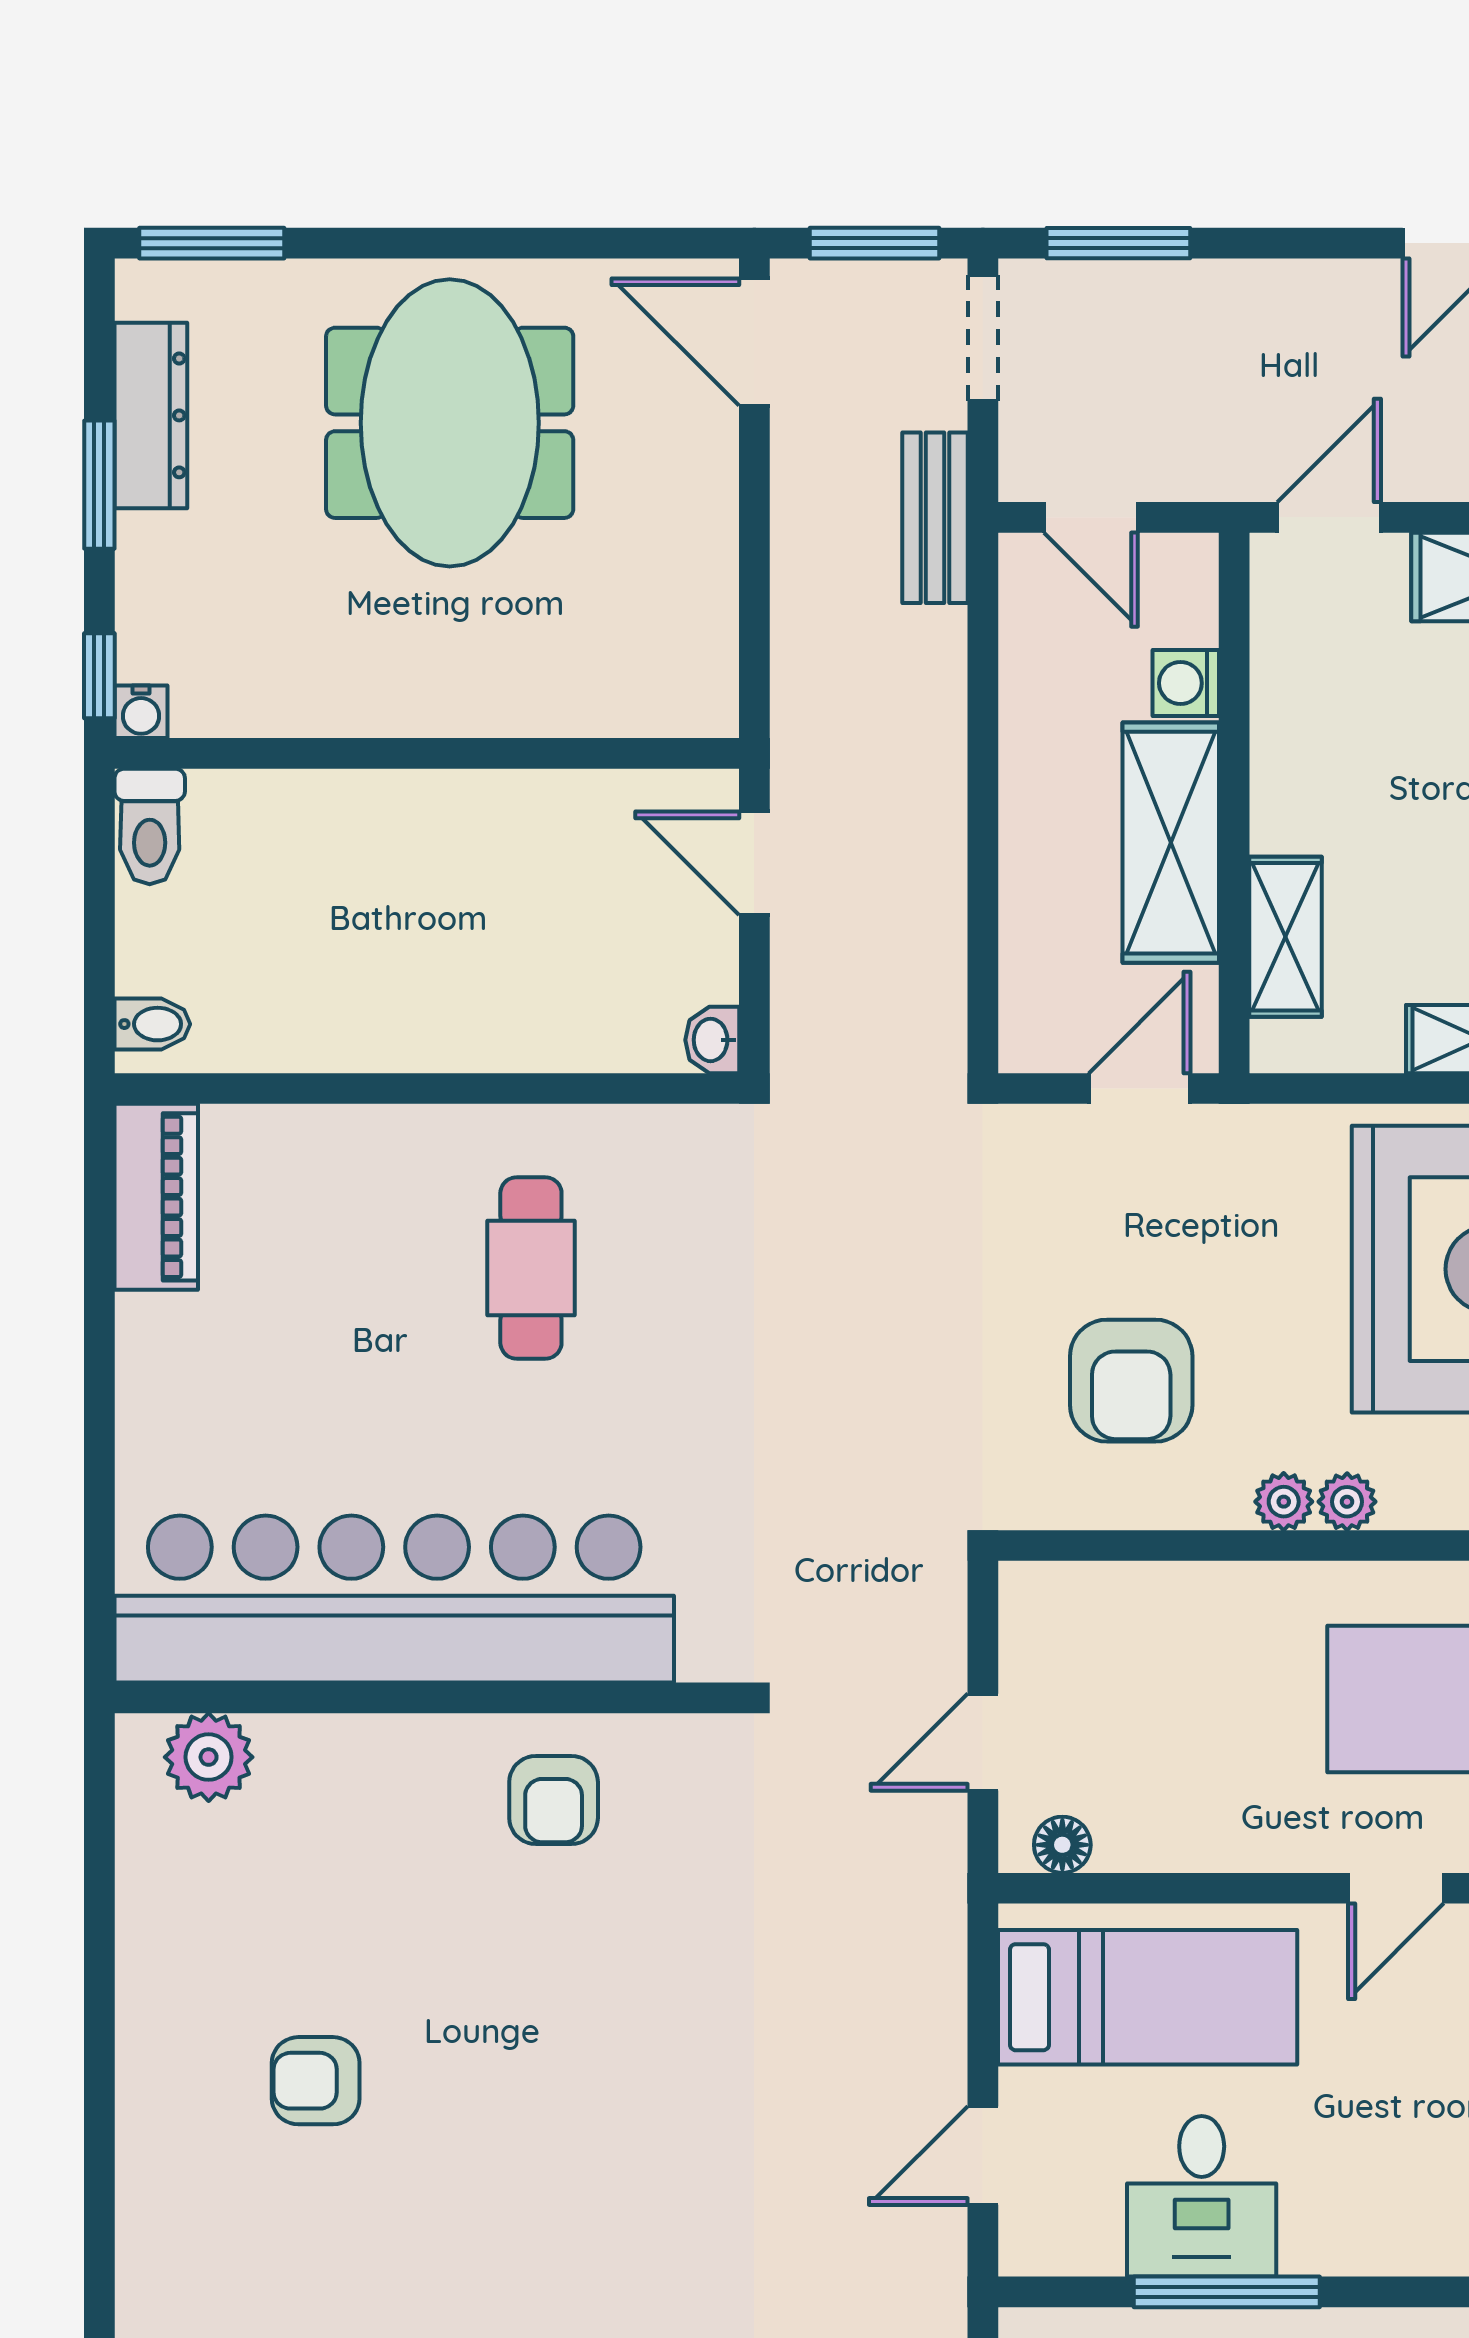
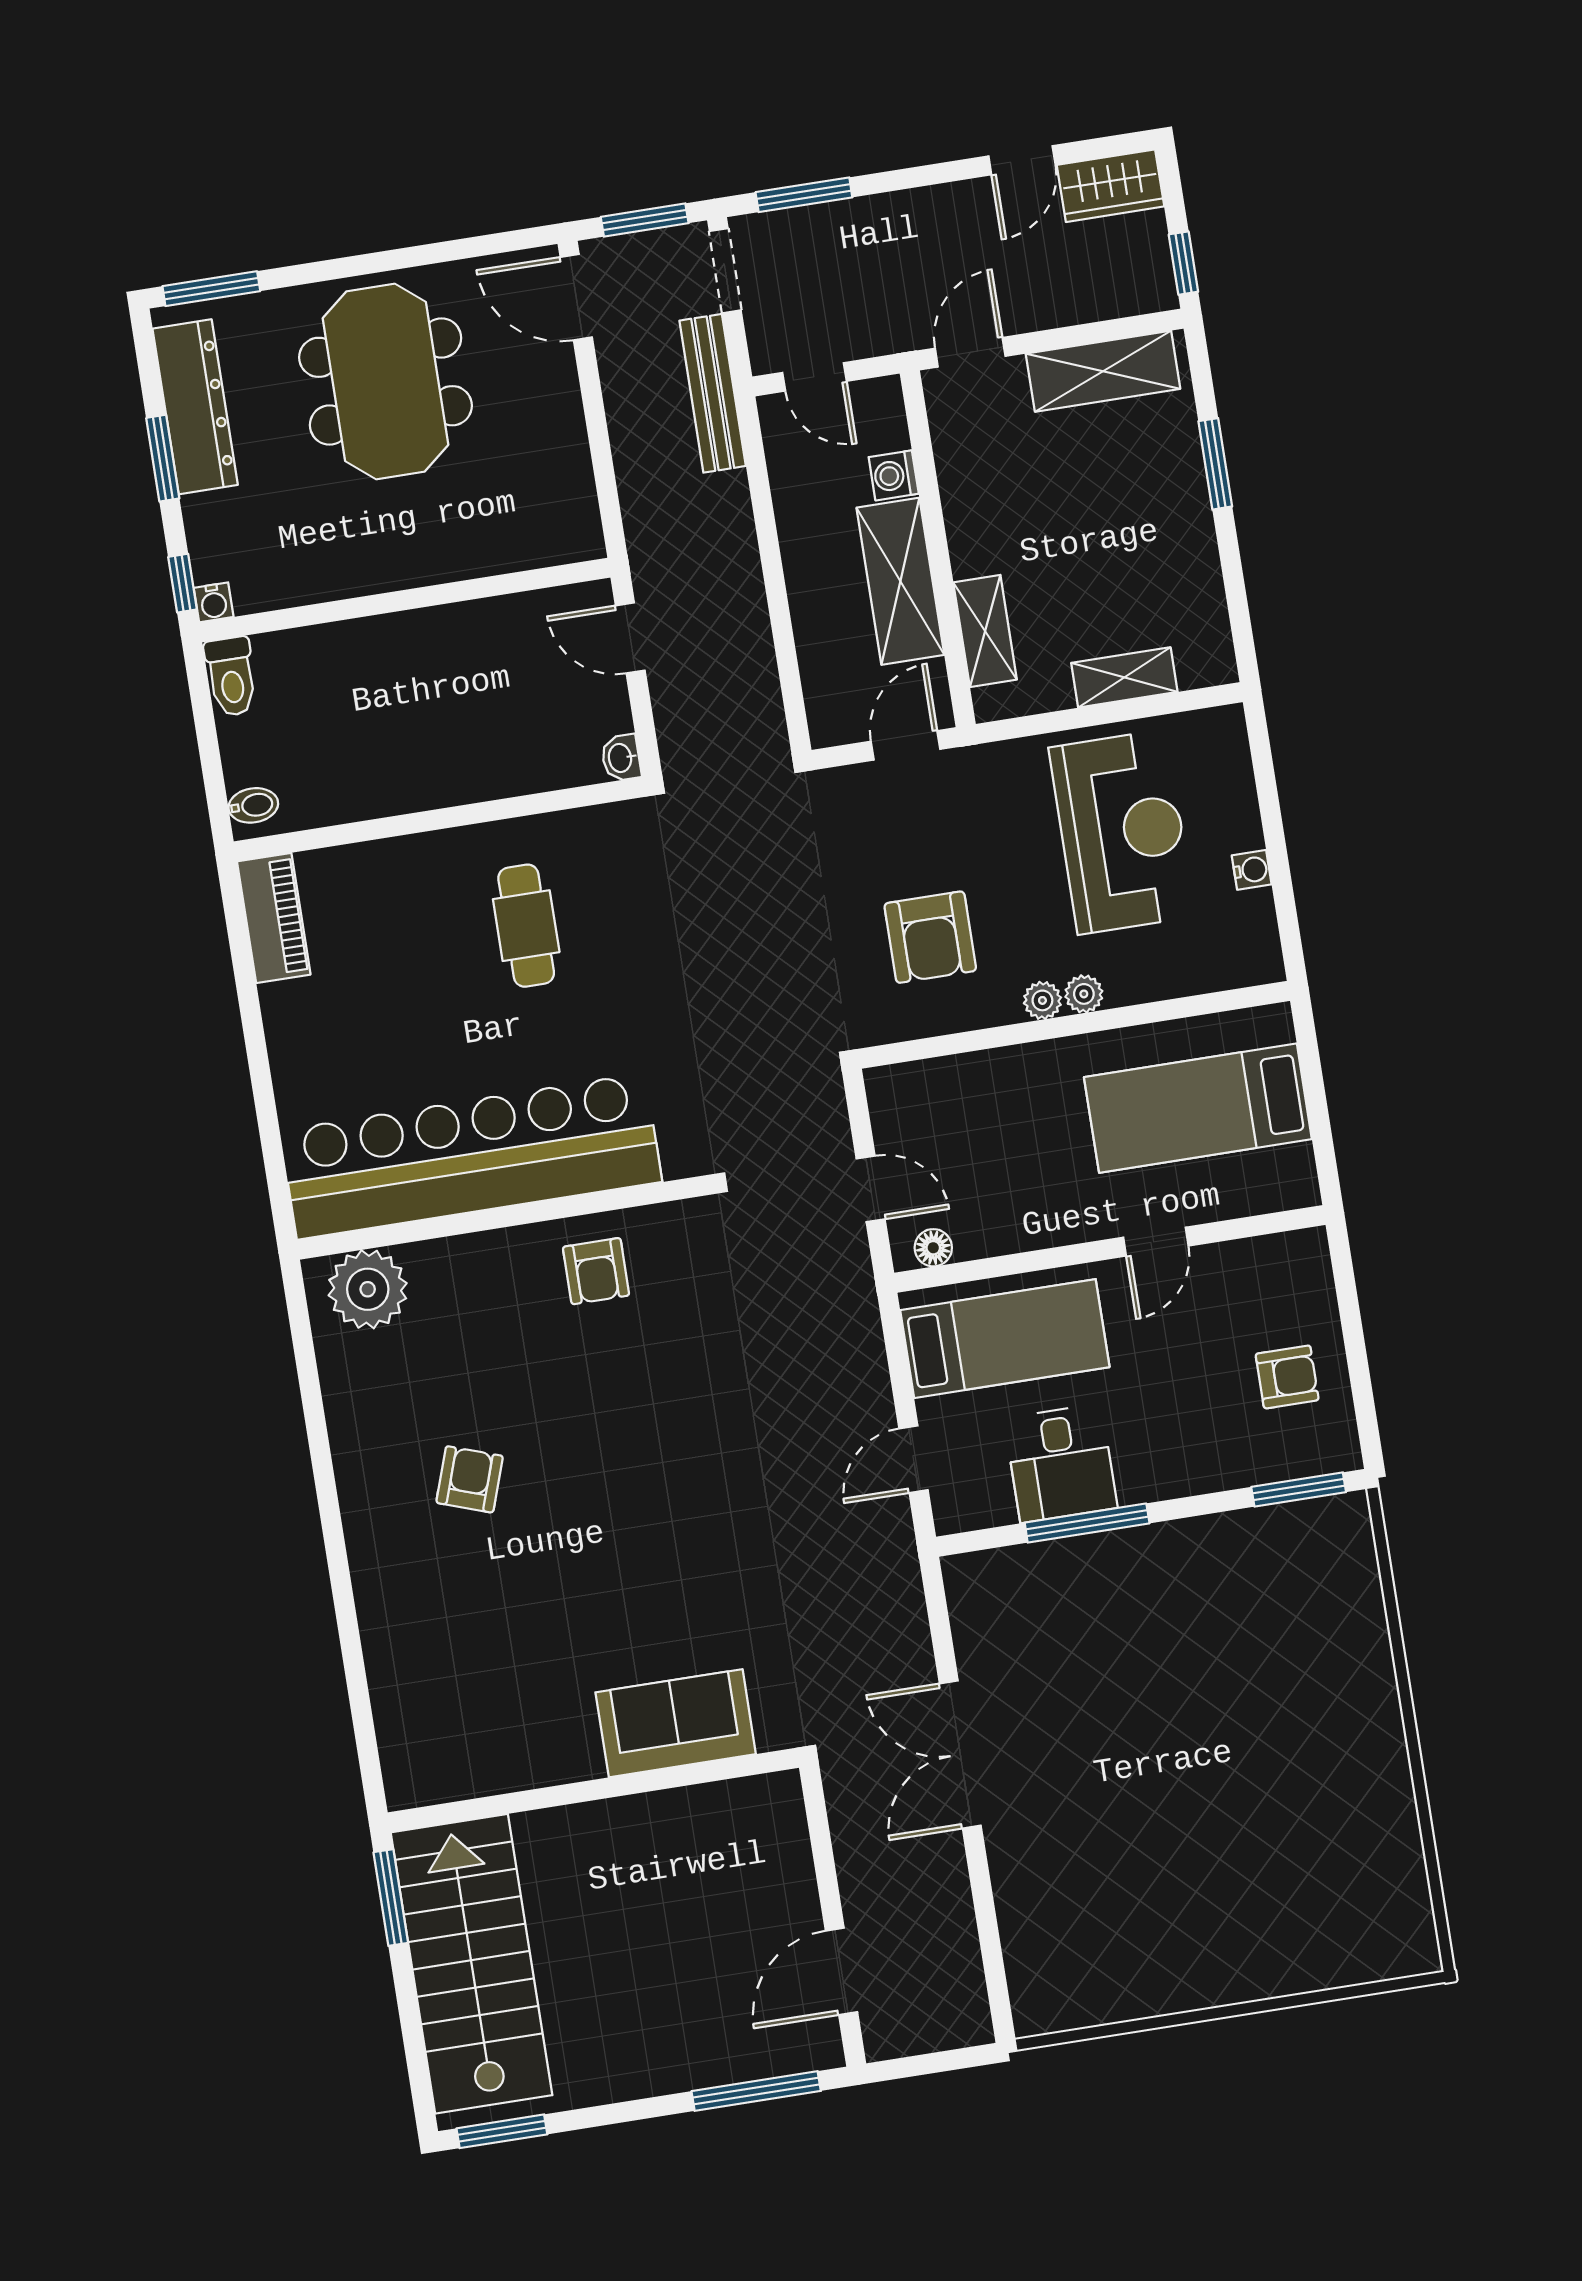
dresser: (151, 415) -> (195, 407), width x1.37, depth x1.24
bench: (935, 518) -> (713, 393), width x1.36
door: (983, 1742) -> (871, 1189), swing flipped
plant: (209, 1757) -> (368, 1289), width x1.36, depth x1.36
armchair: (316, 2081) -> (470, 1479), turned 109

